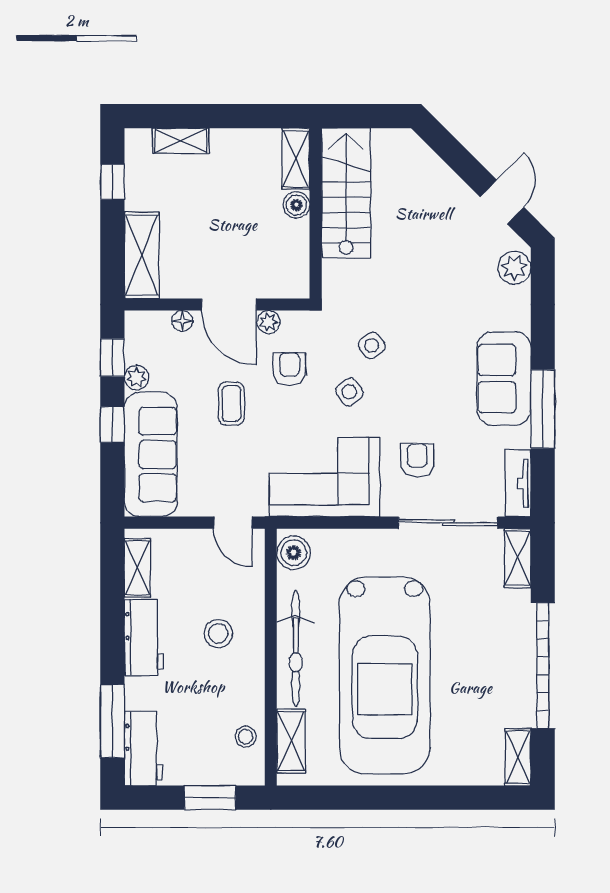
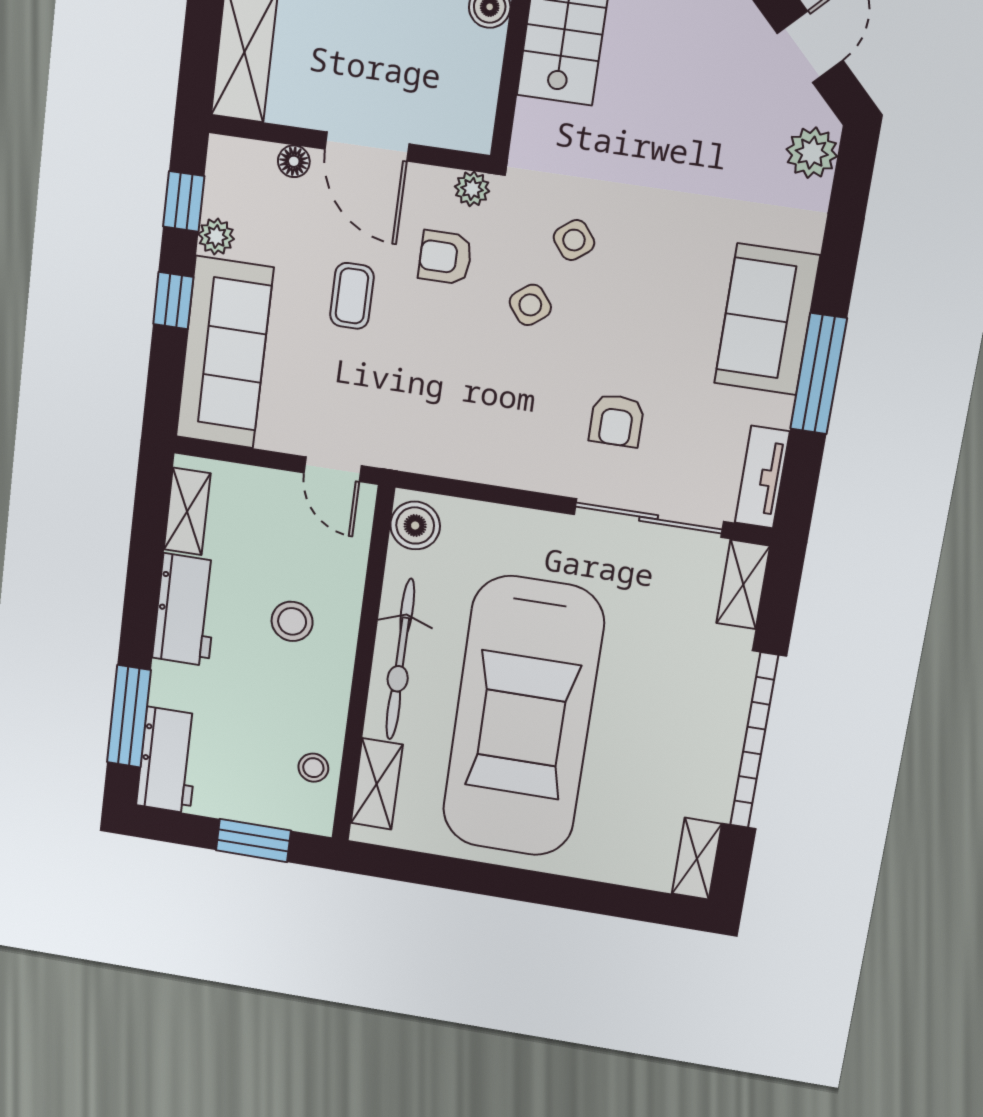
plant: (268, 322) -> (472, 189), moved
armchair: (289, 369) -> (445, 257), turned -90
armchair: (417, 460) -> (616, 420), turned 180
corner sofa: (325, 477) -> (476, 424), removed

